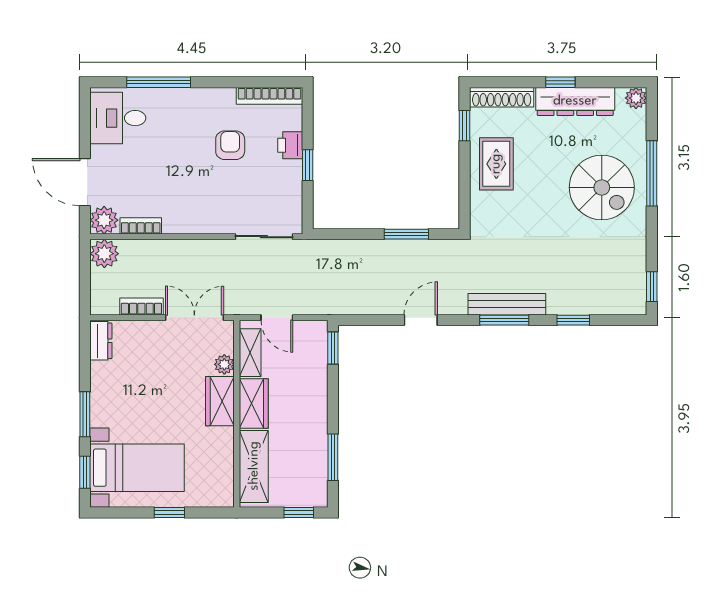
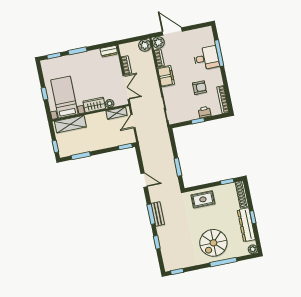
desk: (118, 118) -> (206, 58), moved, turned 90
rug: (496, 164) -> (203, 199), moved
door: (85, 182) -> (172, 31), hinge flipped
filing cabinet: (187, 218) -> (166, 76), added
bench: (507, 304) -> (158, 214), width x0.73
wardrobe: (254, 403) -> (96, 119), removed
bed with nightstands: (137, 468) -> (64, 97), moved, turned 180

